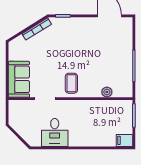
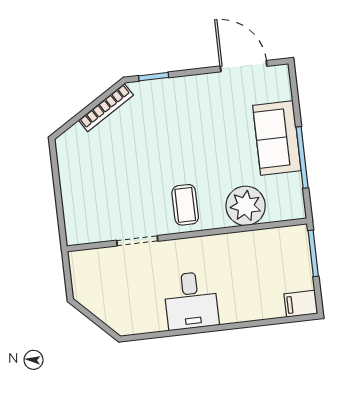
sofa: (19, 79) -> (277, 138), moved, turned 180
plant: (107, 92) -> (246, 206), width x1.87, depth x1.87
desk: (55, 132) -> (191, 301), moved

